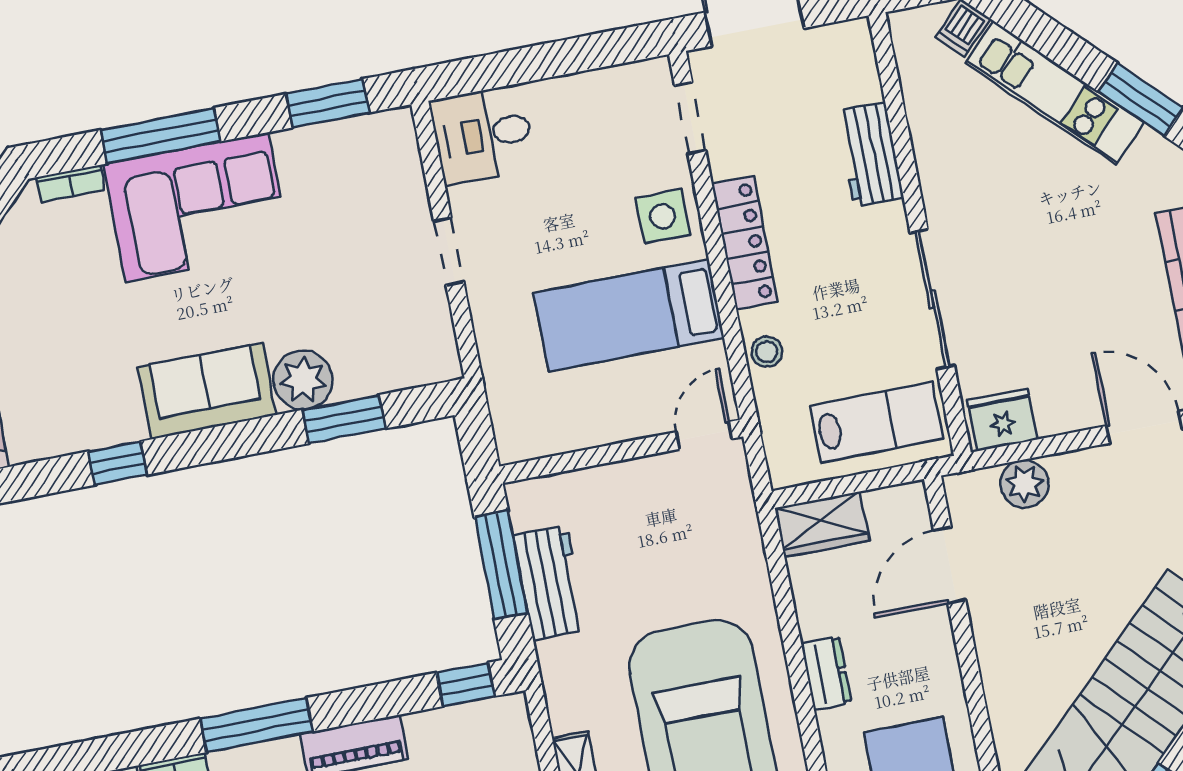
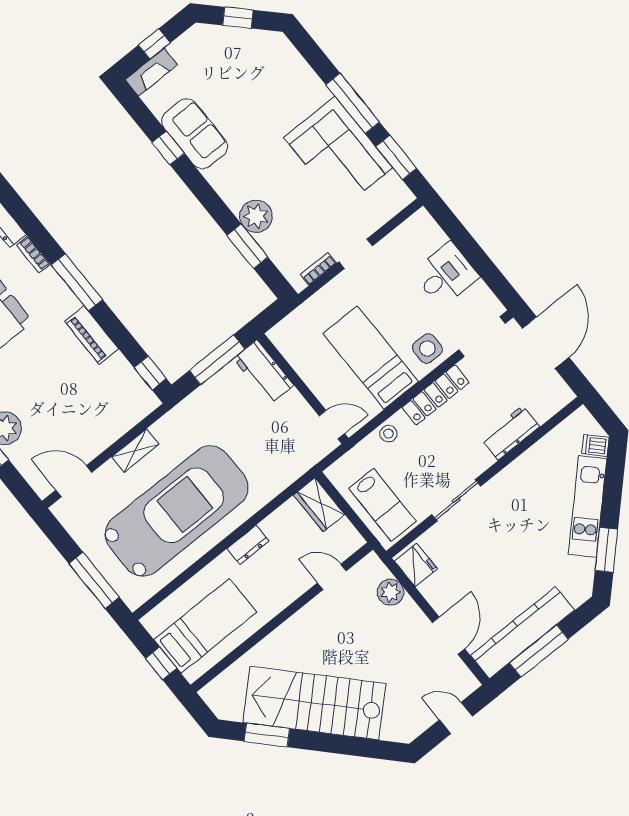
doorway: (690, 118) -> (482, 337), width x1.38
desk: (483, 135) -> (446, 275), moved, turned 90
window: (160, 136) -> (353, 103), moved
bookcase: (70, 184) -> (318, 269), moved, turned 90
corner sofa: (197, 207) -> (338, 153), moved
sliding door: (932, 299) -> (456, 500), width x0.73
sofa: (207, 391) -> (195, 134), moved
door: (950, 565) -> (332, 577), width x0.73
workbench: (550, 582) -> (264, 372), moved, turned 90

